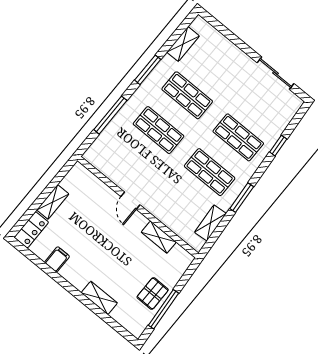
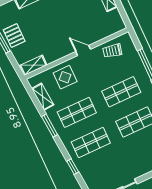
trolley: (114, 165) -> (112, 51), added
display table: (174, 207) -> (65, 77), added
shelving: (159, 237) -> (33, 65), moved

